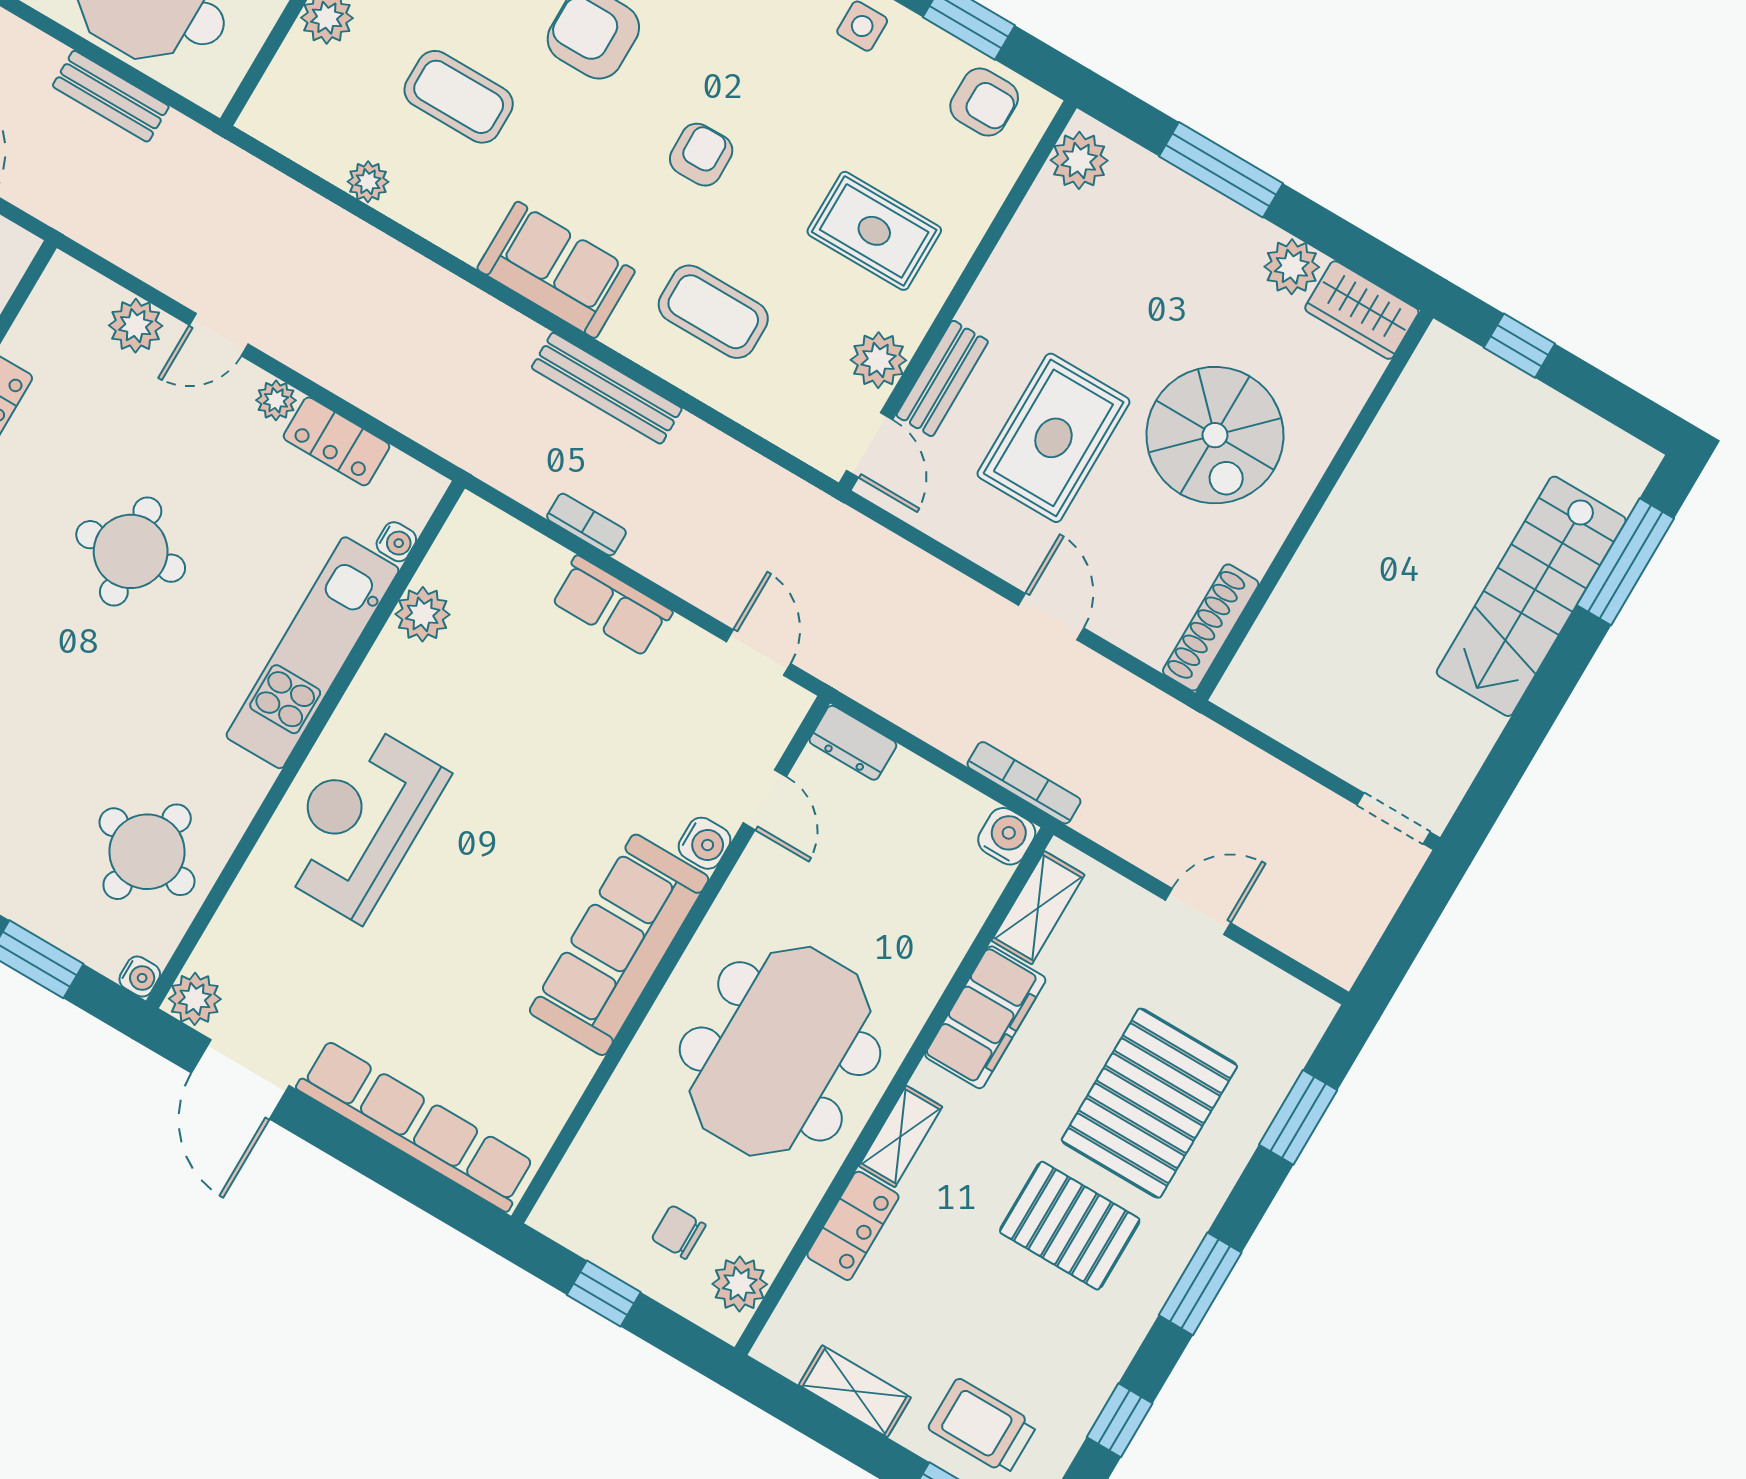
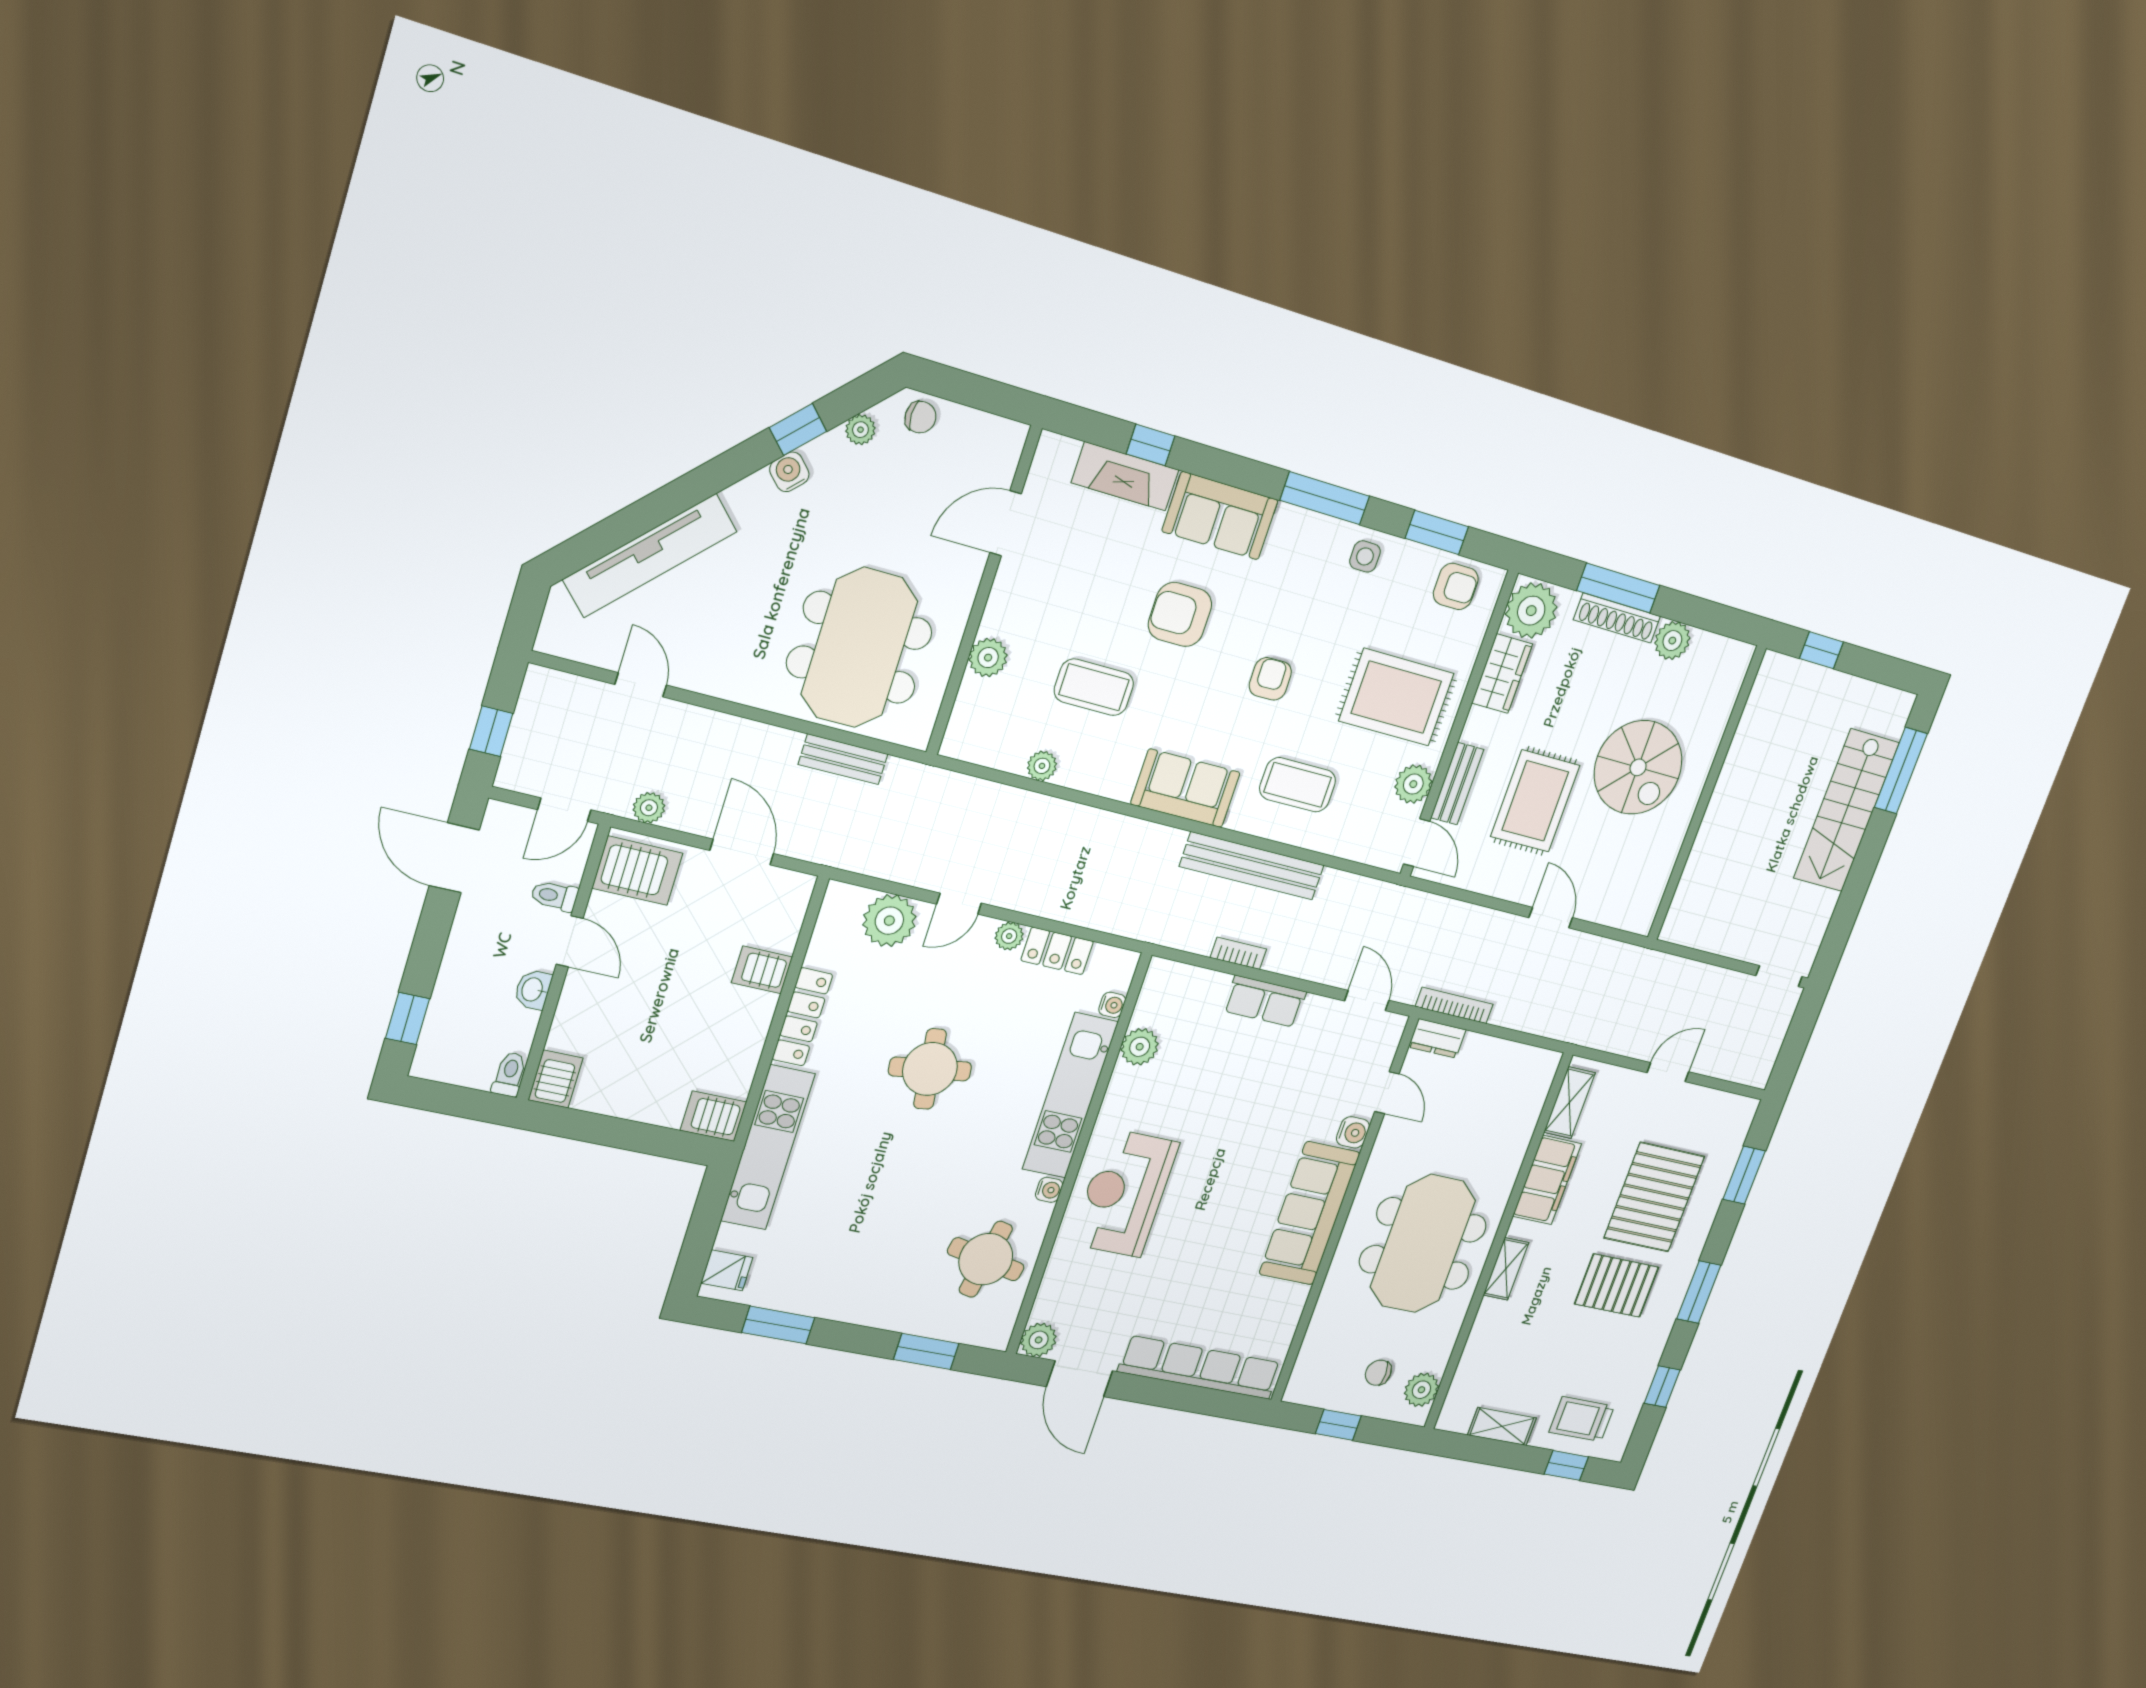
plant: (1079, 160) -> (1531, 611), width x1.36, depth x1.36
rug: (874, 231) -> (1396, 697), width x1.36, depth x1.43
wardrobe: (1362, 310) -> (1502, 674), moved, turned -90
plant: (136, 326) -> (889, 921), width x1.36, depth x1.36
bench: (607, 388) -> (1252, 866), width x1.37, depth x1.21
shoe rack: (1211, 627) -> (1617, 618), moved, turned -90
bookcase: (1024, 783) -> (1454, 1005), moved
water cooler: (1007, 836) -> (1544, 1065), removed
water cooler: (140, 977) -> (1049, 1190), moved
locker: (853, 1226) -> (1485, 1332), removed

